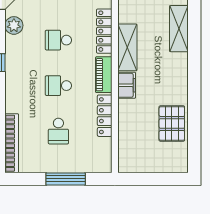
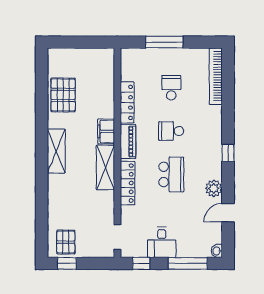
shelving: (179, 29) -> (56, 151), moved
school desk: (58, 40) -> (171, 174), width x1.85
school desk: (58, 86) -> (171, 131), turned 180

